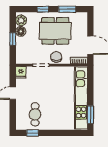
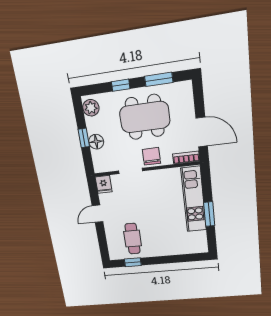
floor lamp: (21, 31) -> (96, 142), moved
kitchen unit: (81, 98) -> (194, 199), width x0.73
window: (90, 115) -> (209, 214), moved

